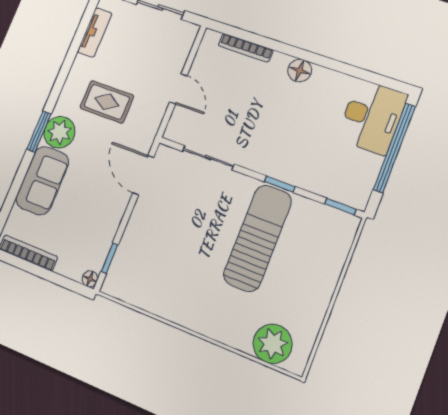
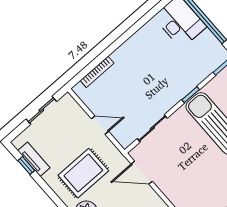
window: (83, 28) -> (26, 165), added
floor lamp: (300, 71) -> (129, 48), removed
rug: (107, 102) -> (83, 173), width x1.36, depth x1.43

